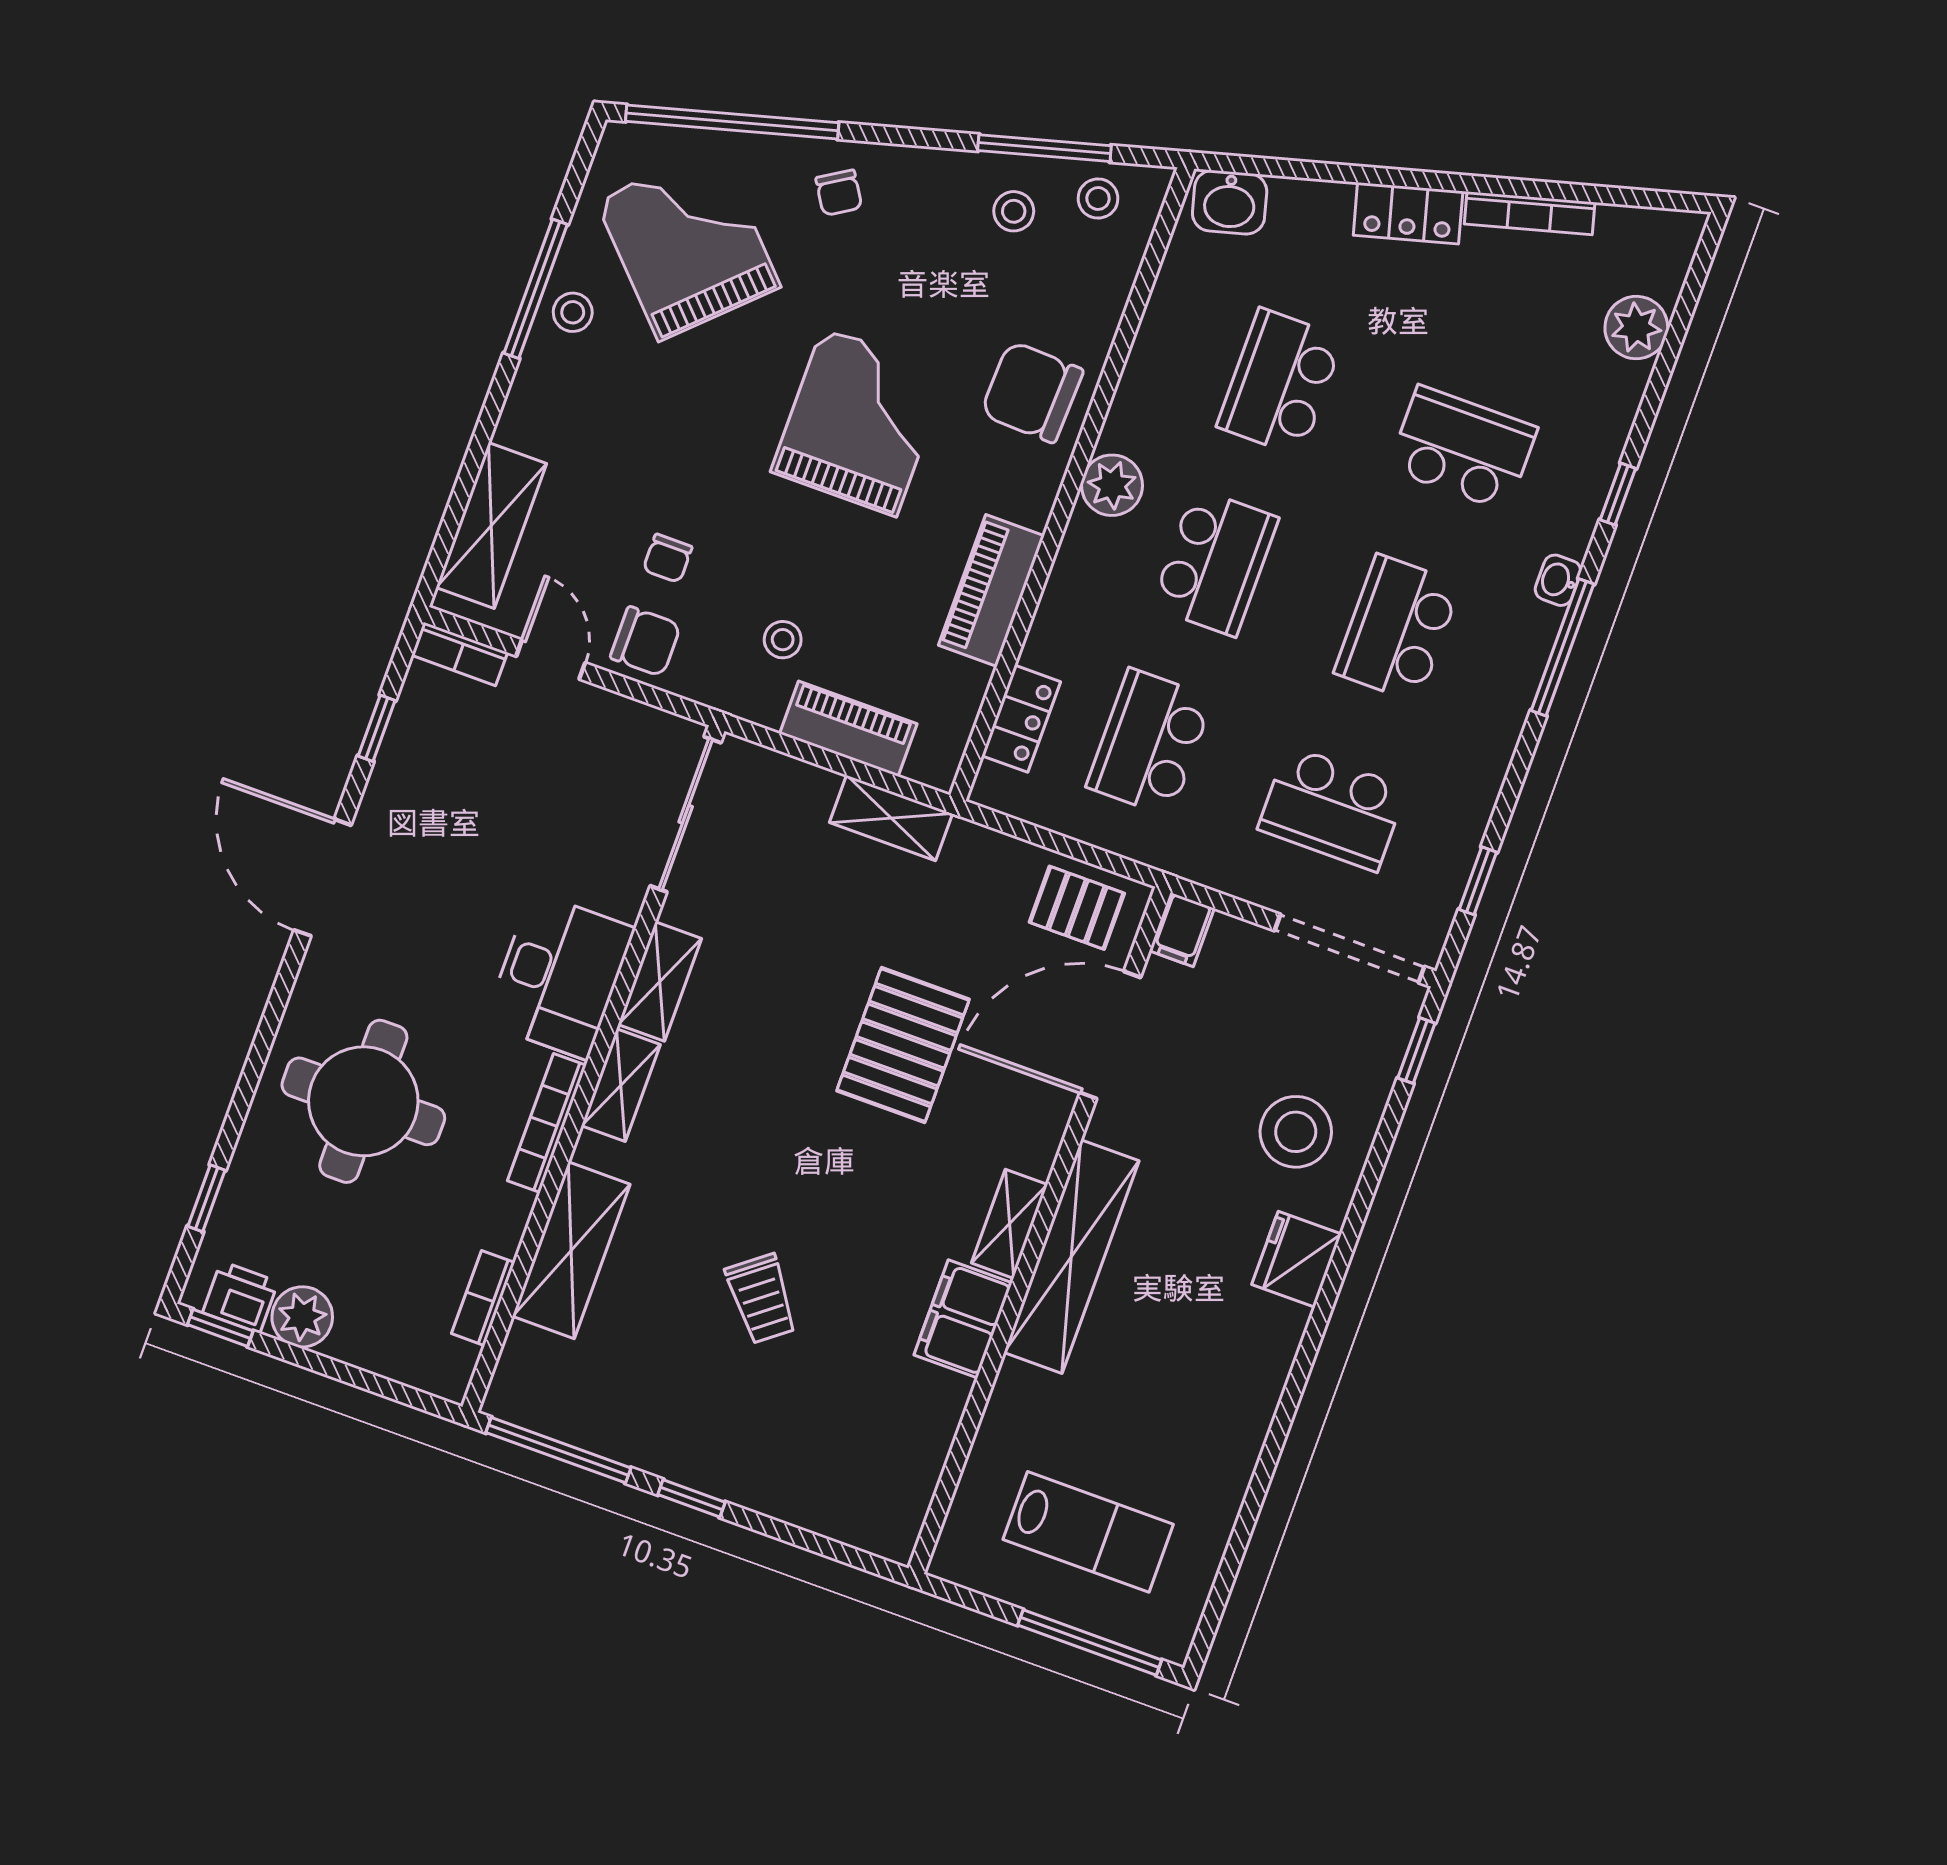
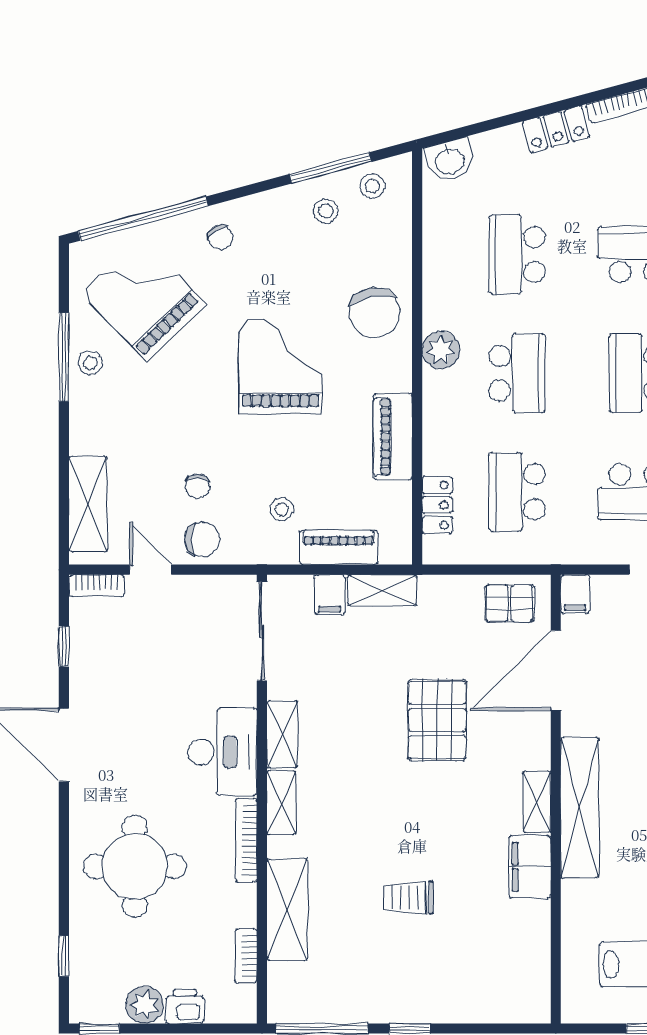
chair: (1032, 392) -> (375, 313), turned -102
filing cabinet: (809, 796) -> (330, 595), added
printer: (240, 1297) -> (185, 1006), moved
trolley: (762, 1299) -> (408, 898), turned 128

